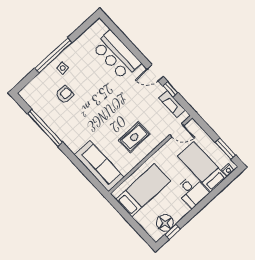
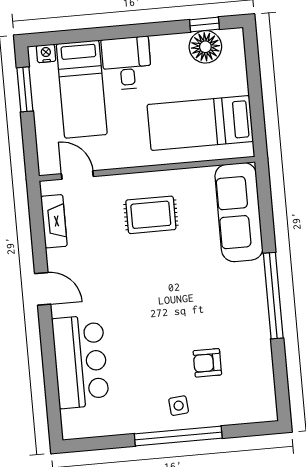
window: (171, 89) -> (39, 245), removed
window: (45, 128) -> (273, 296), moved

